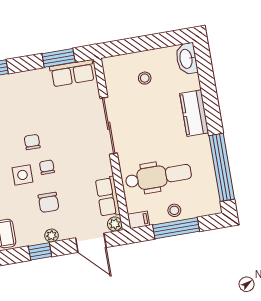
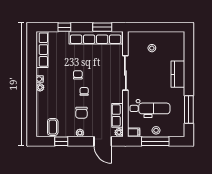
washbasin: (187, 59) -> (179, 41), removed
row of seats: (72, 73) -> (96, 38), width x2.02
window: (222, 167) -> (189, 109), width x0.68
side table: (23, 175) -> (69, 94), removed
window: (40, 251) -> (61, 141), moved

